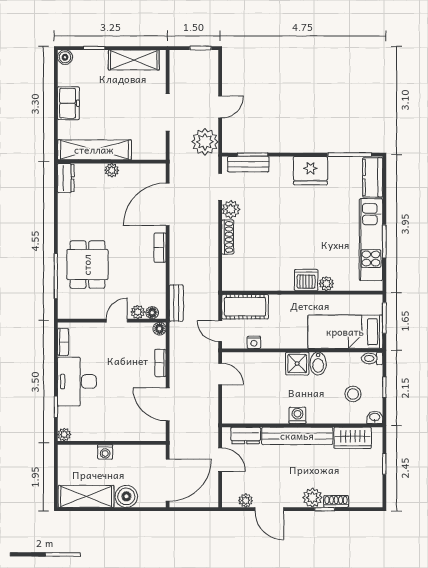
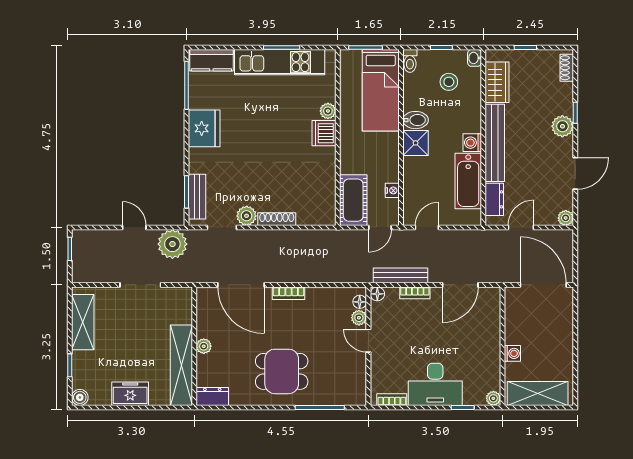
dining table: (87, 265) -> (282, 371), moved
bench: (176, 303) -> (400, 275), moved, width x1.36
bathtub: (262, 412) -> (468, 181), added
shelving: (86, 496) -> (538, 393), moved, turned 90
boiler: (126, 496) -> (561, 330), removed
plant: (246, 501) -> (566, 218), moved
shoe rack: (336, 501) -> (567, 68), moved

